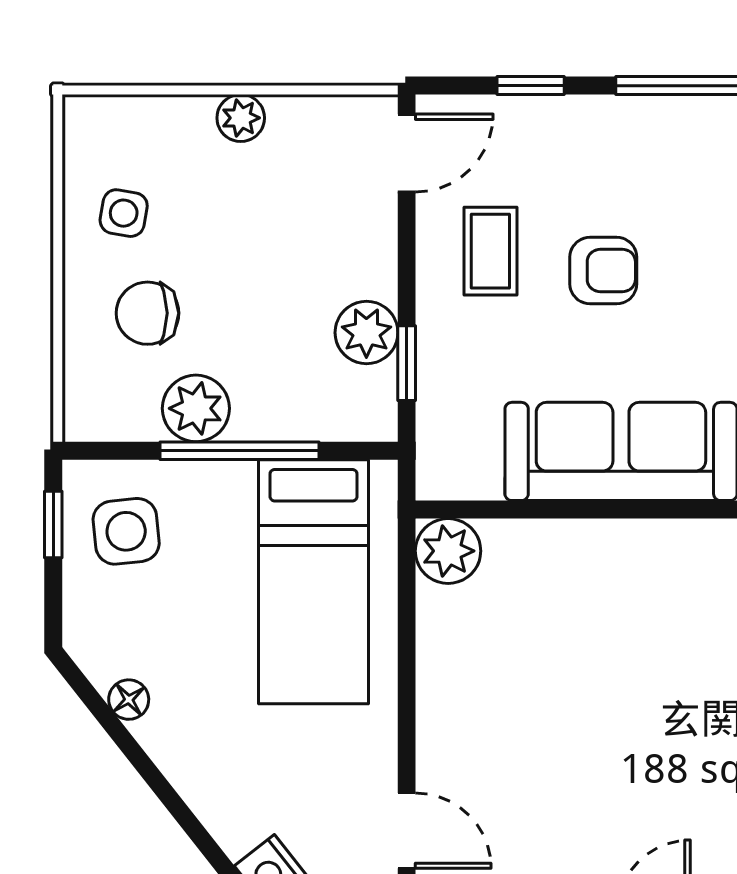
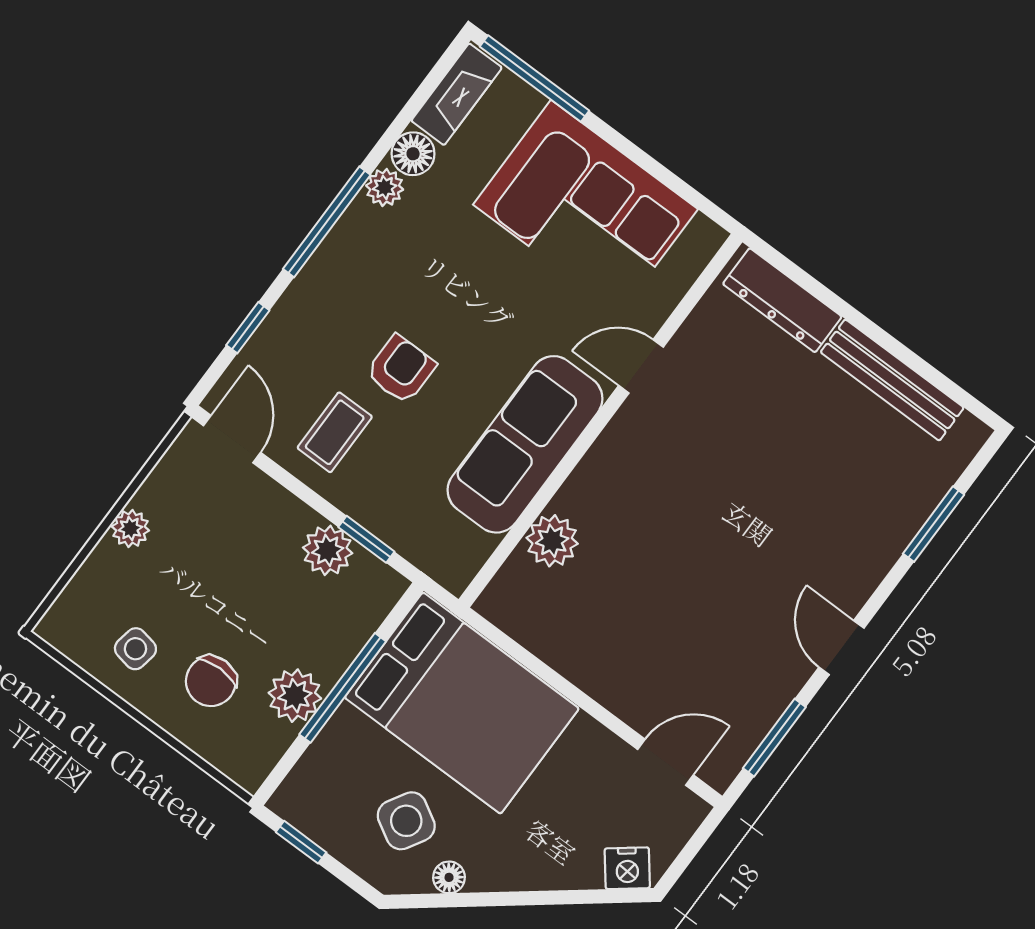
coffee table: (490, 251) -> (335, 432), turned 90
side table: (126, 531) -> (406, 821), moved, turned 36
plant: (448, 551) -> (552, 541), moved
bed: (314, 582) -> (462, 703), width x1.50

